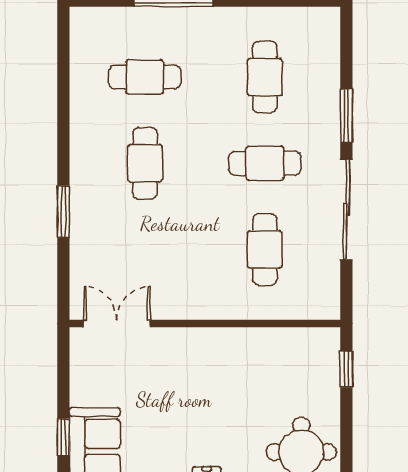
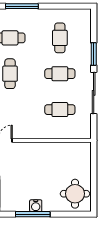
cafe table: (265, 249) -> (60, 110), turned 90
window: (346, 369) -> (94, 159), removed

